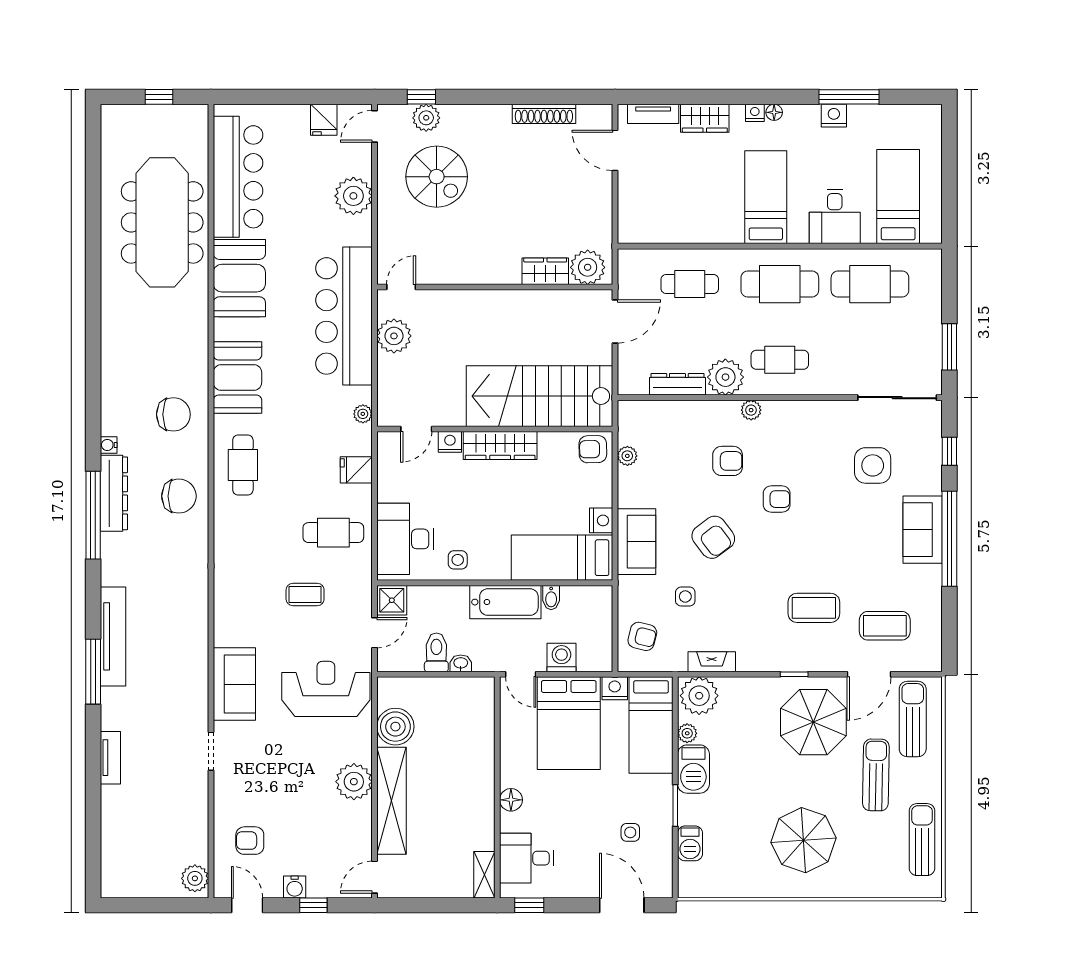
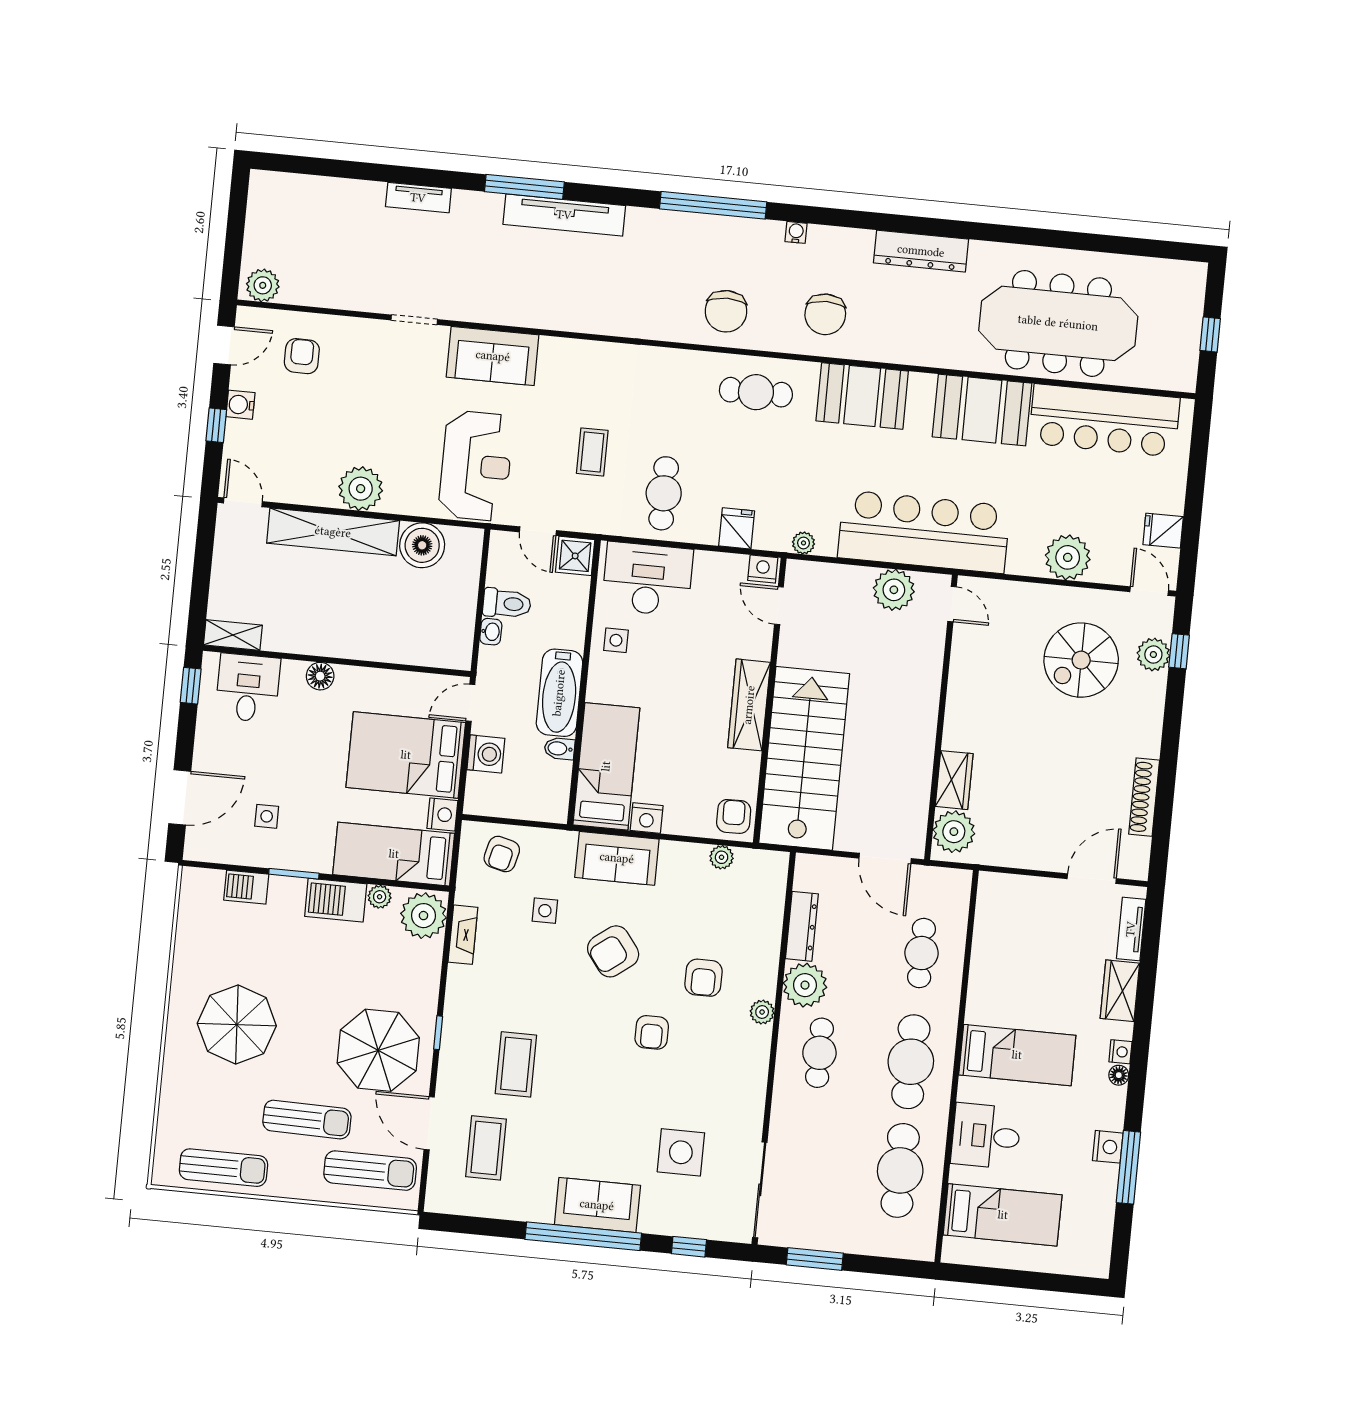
nightstand: (450, 442) -> (763, 569), moved, turned -90
dresser: (114, 493) -> (921, 251), moved

